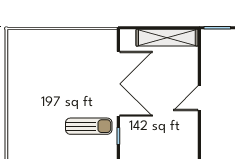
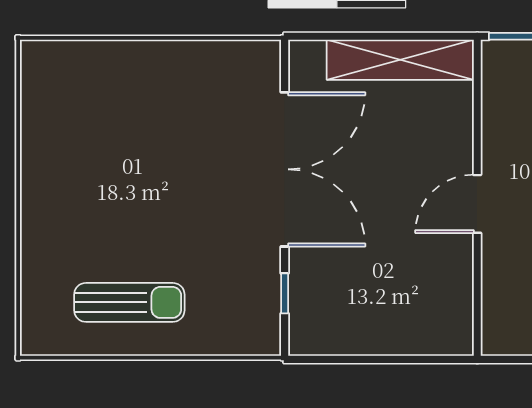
sun lounger: (89, 126) -> (129, 302), moved

